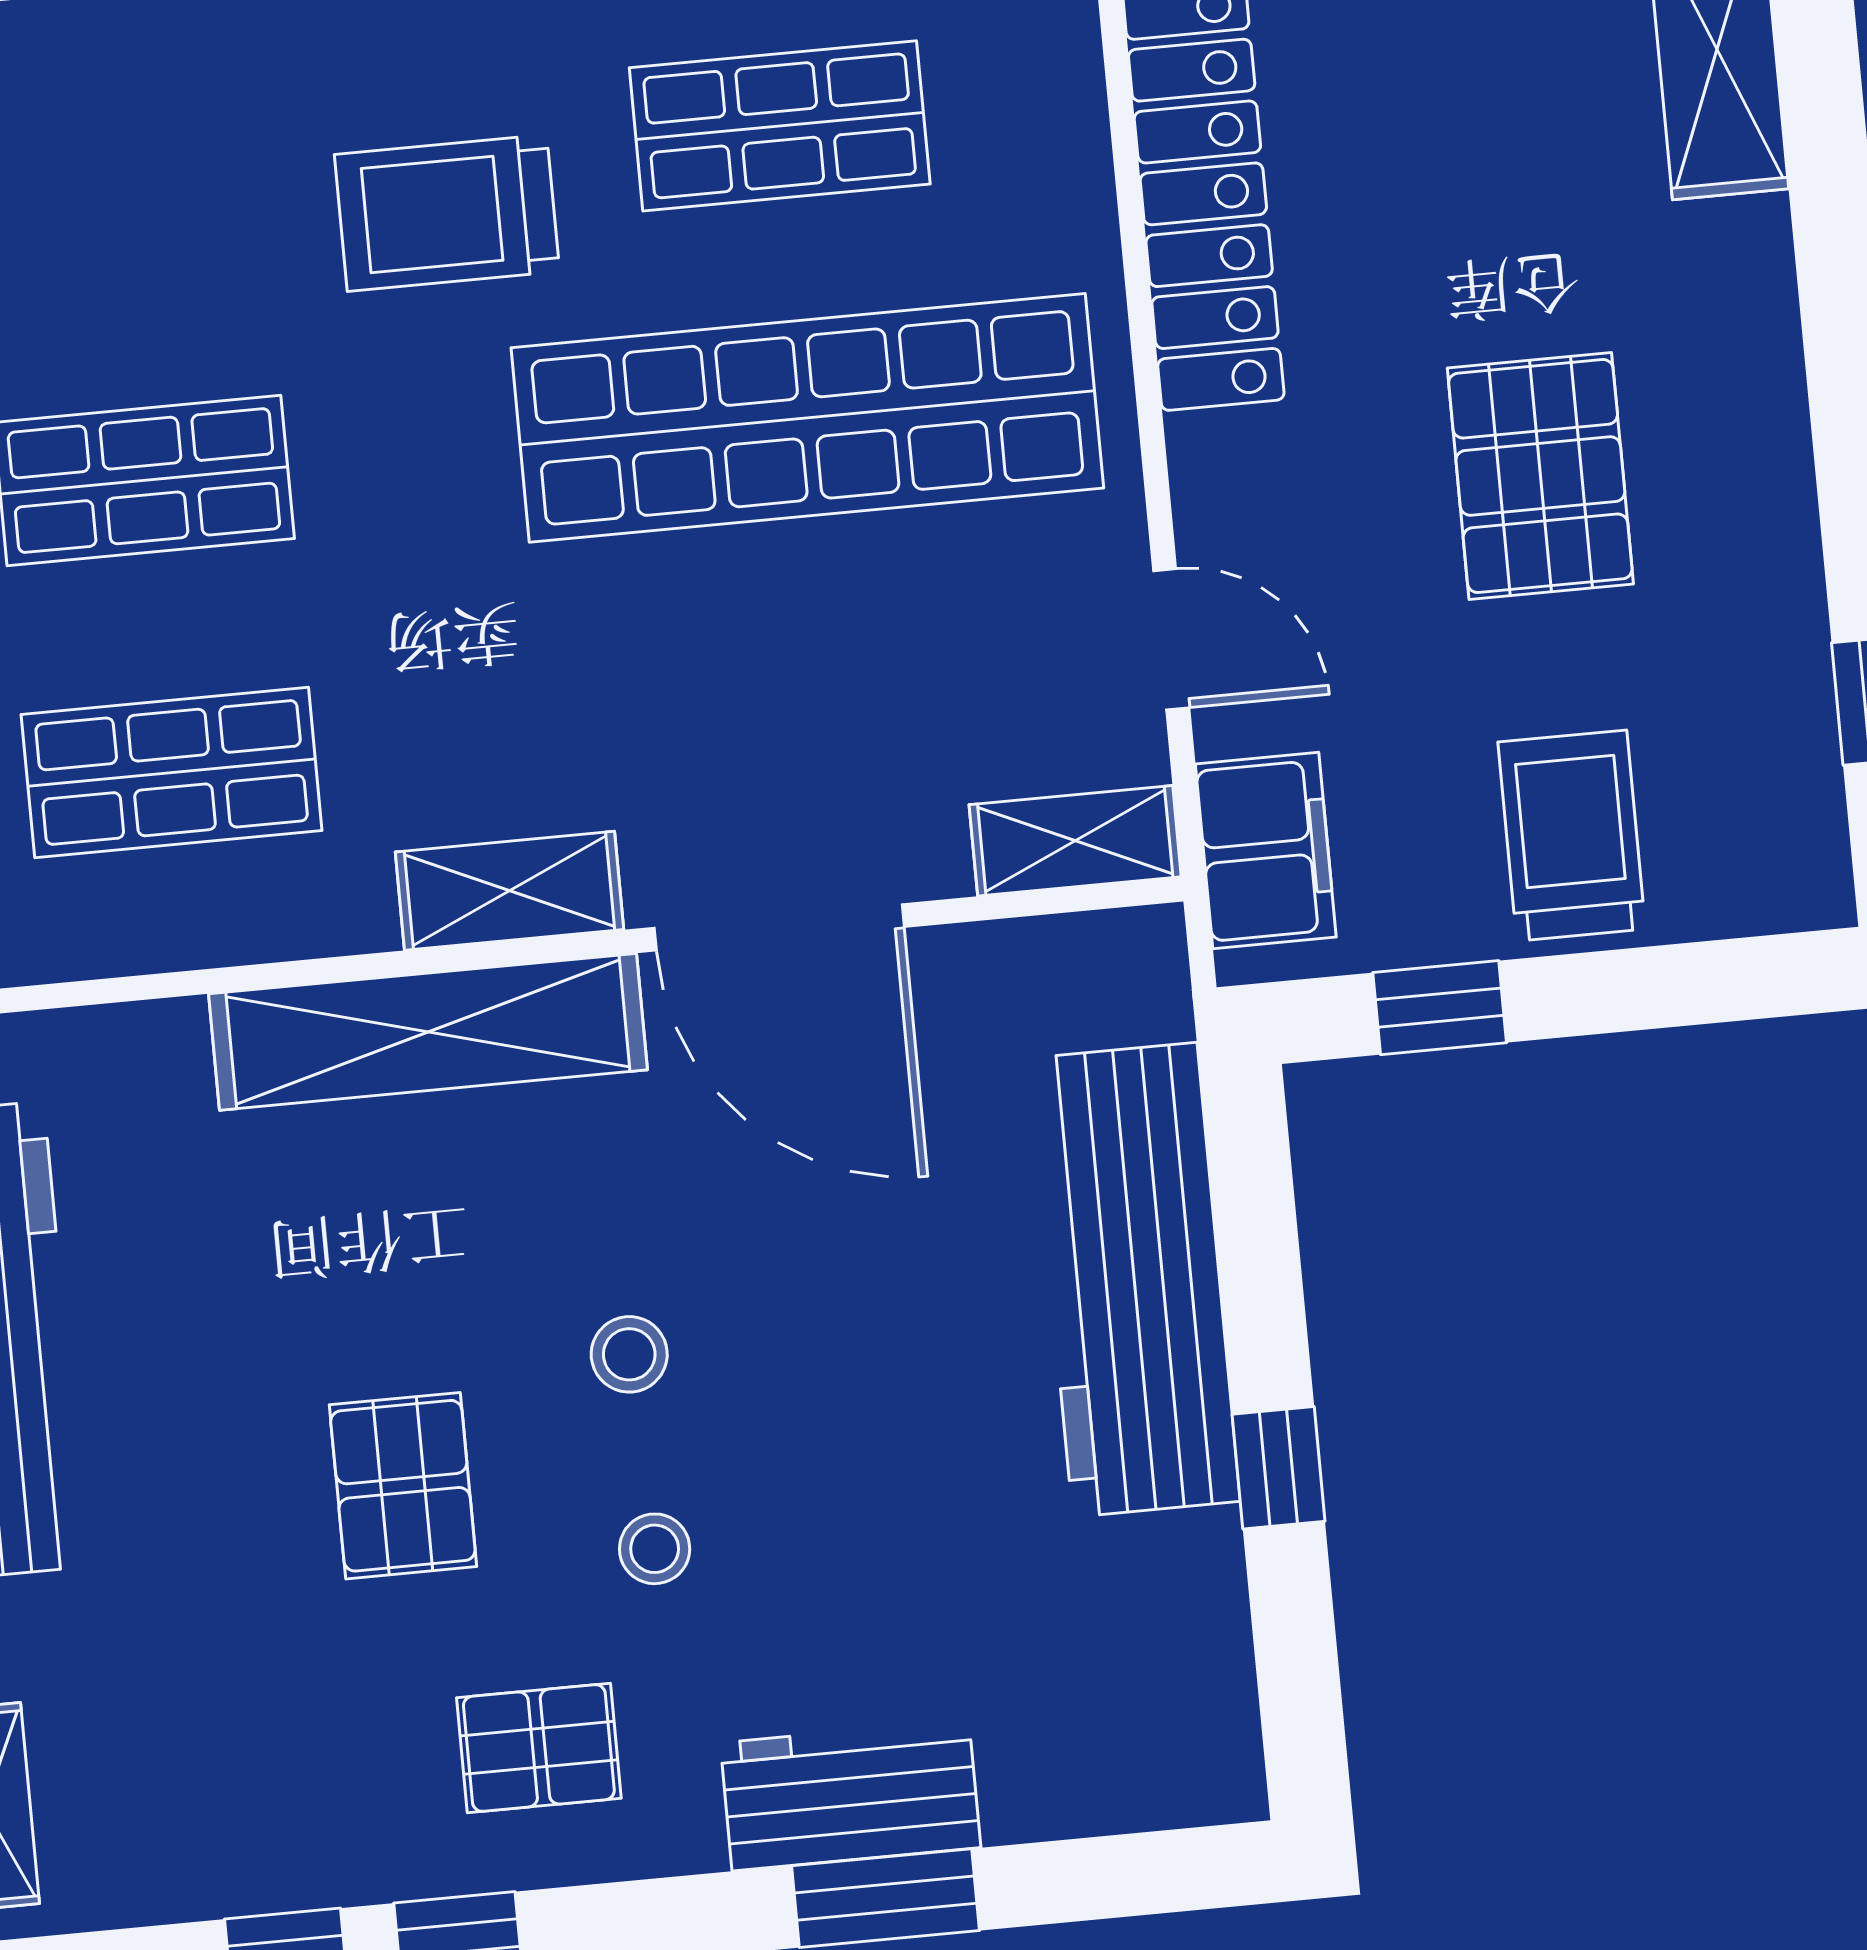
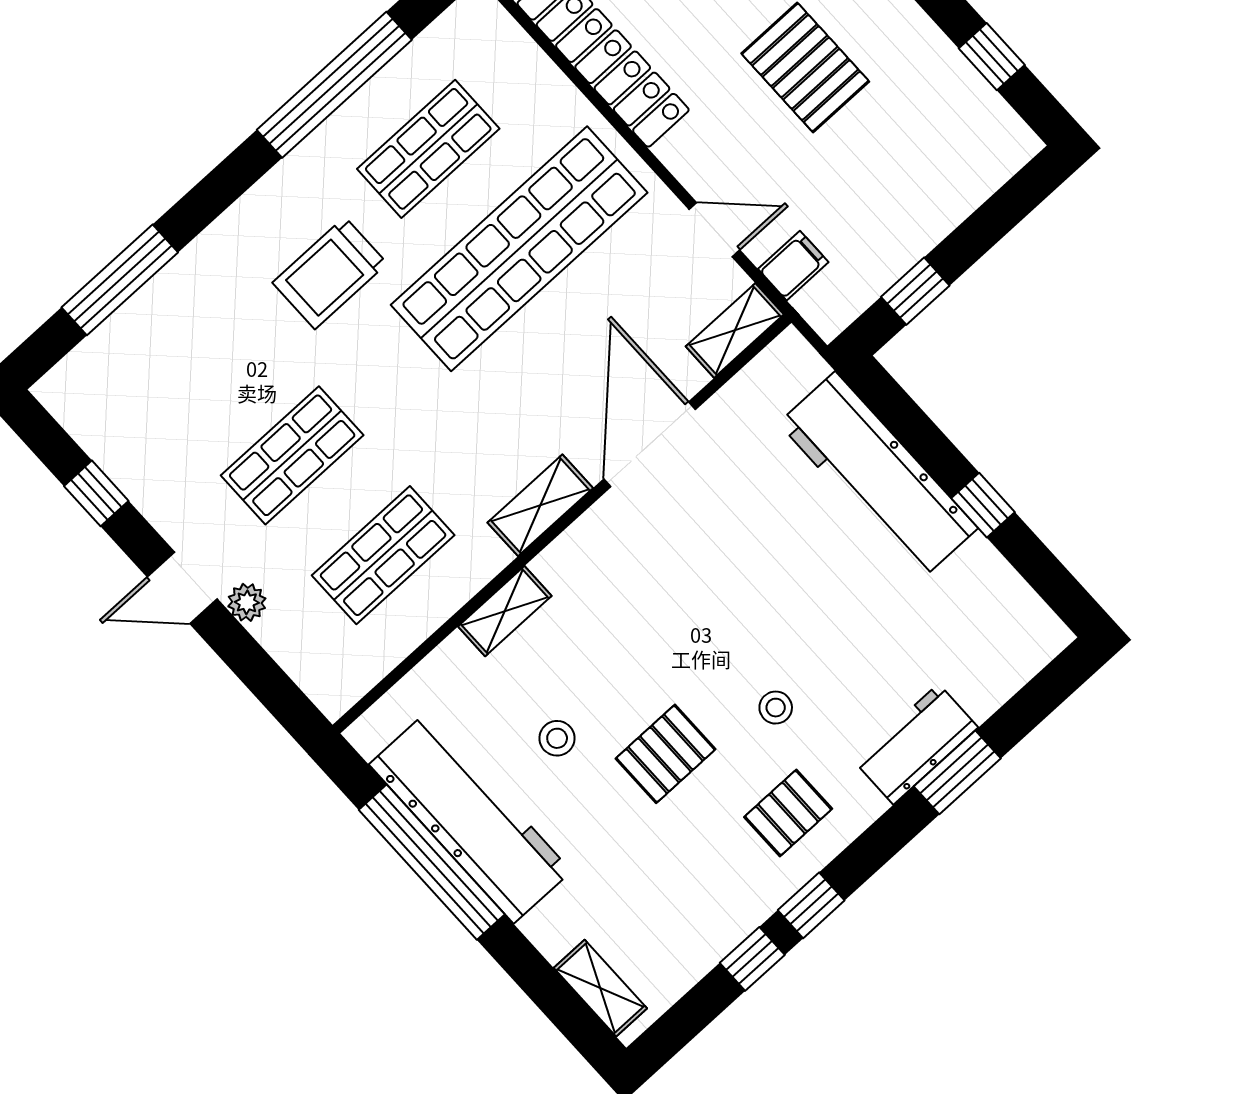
trolley: (1572, 836) -> (916, 191), removed
filing cabinet: (1266, 851) -> (793, 266), width x0.50
door: (779, 927) -> (650, 444), swing flipped
shelving: (428, 1032) -> (505, 611), width x0.45, depth x0.75
stool: (629, 1354) -> (557, 738), moved
pallet: (403, 1486) -> (666, 754), turned 90

